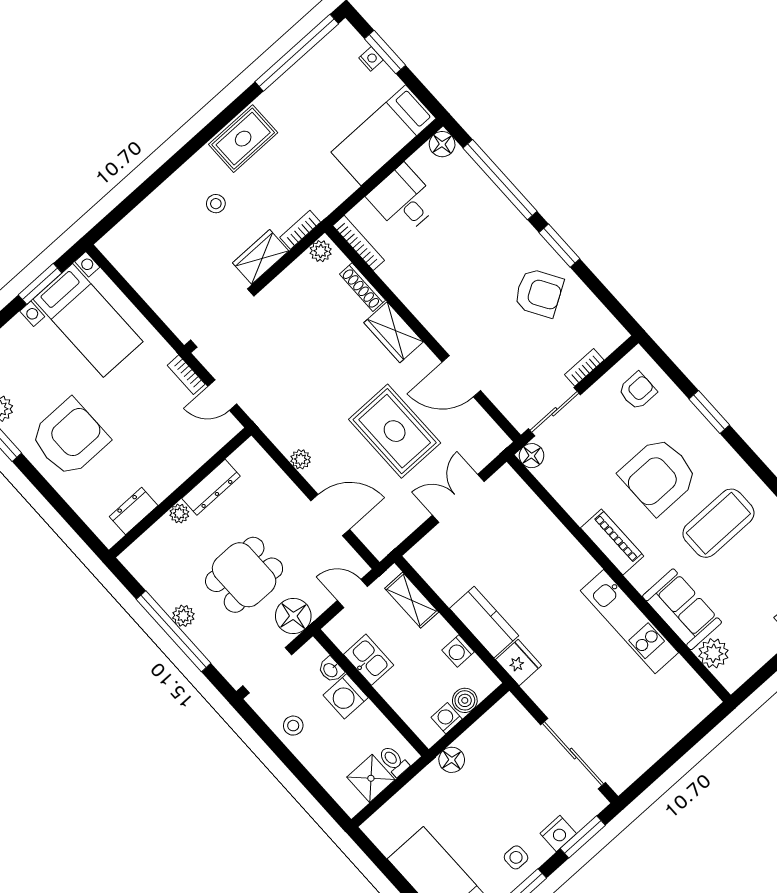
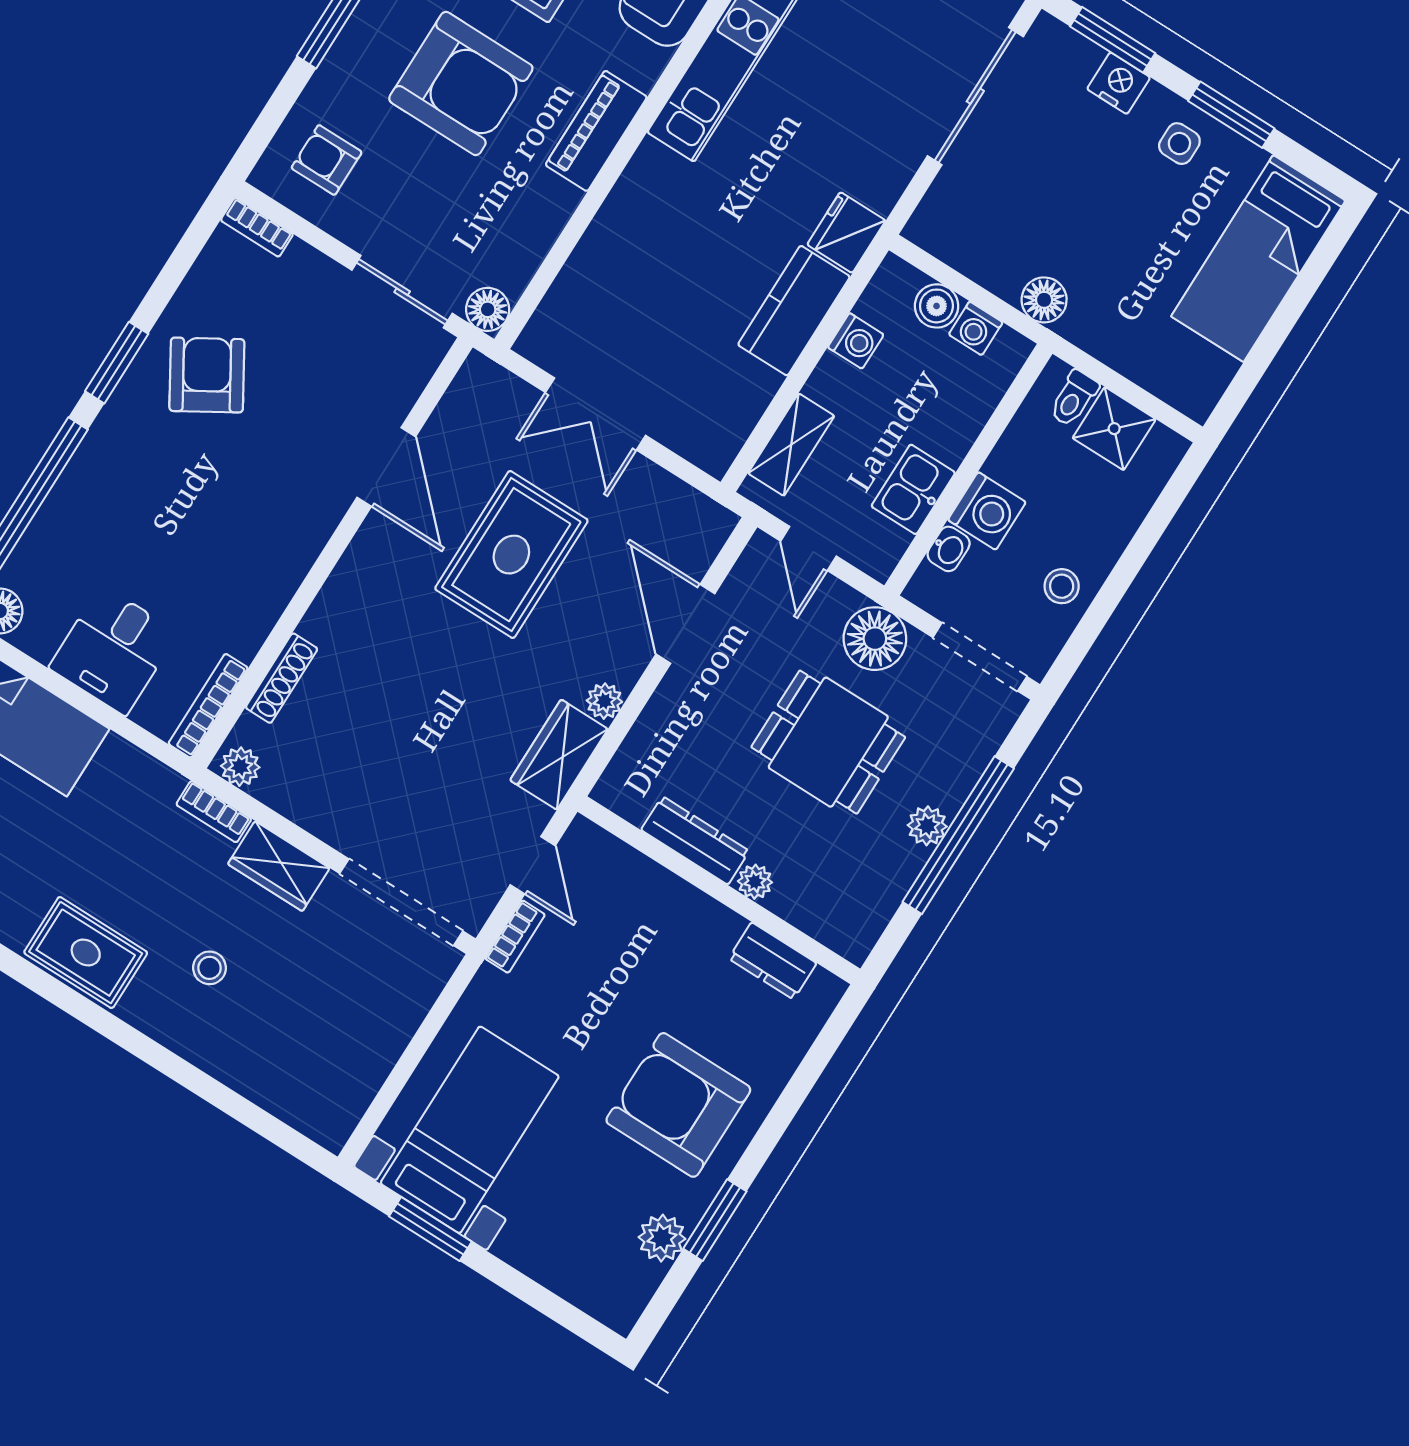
wardrobe: (394, 332) -> (559, 755), moved, turned 180
bookcase: (584, 367) -> (257, 227), moved

